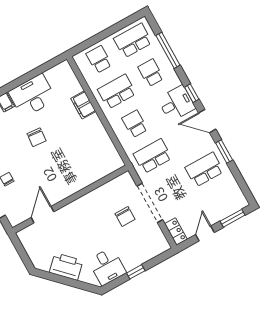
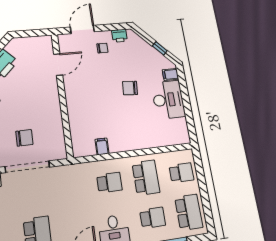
filing cabinet: (83, 105) -> (102, 146), moved, width x0.50
school desk: (153, 156) -> (72, 188), removed
door: (43, 215) -> (58, 65), hinge flipped
chair: (125, 216) -> (24, 138), turned 180

